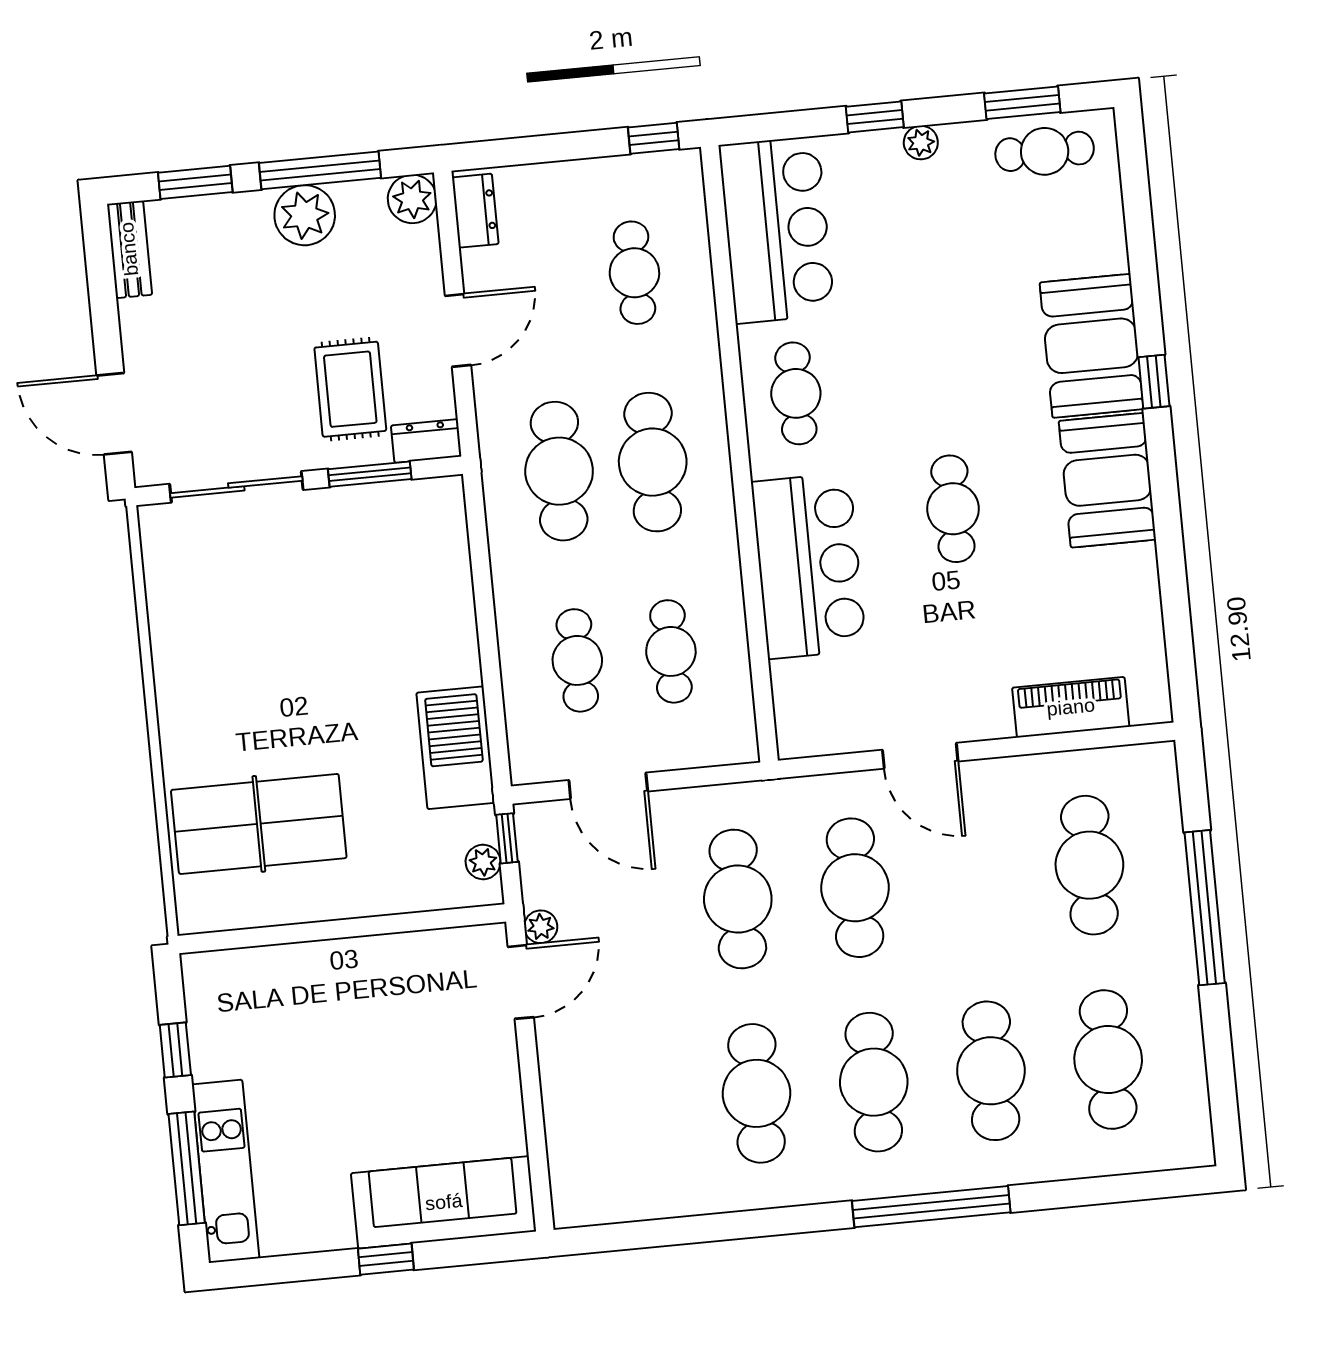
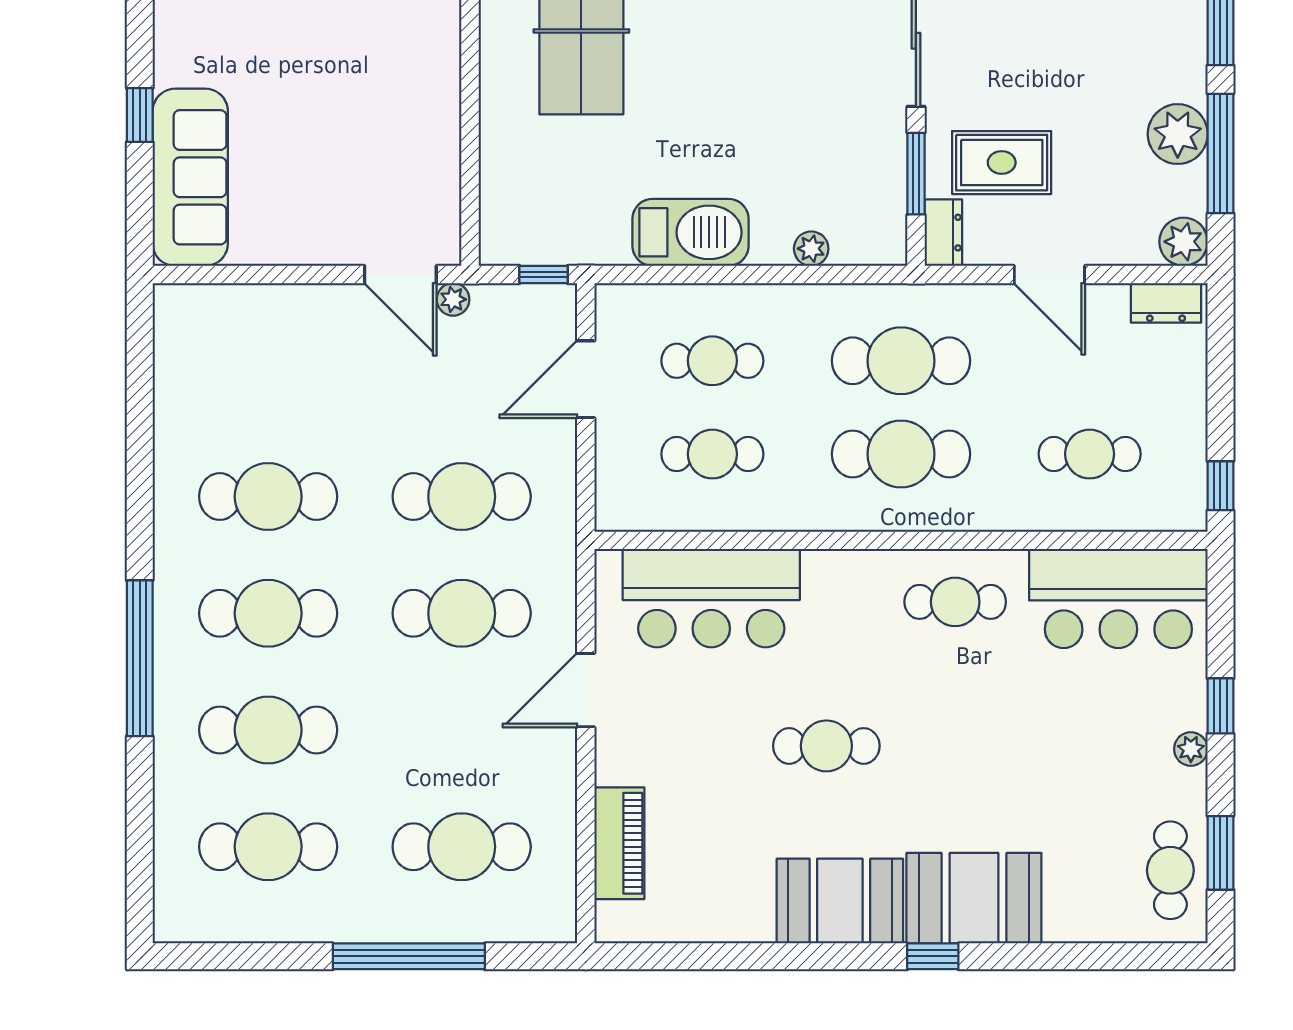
bar counter: (809, 566) -> (711, 598), moved
barbecue: (456, 748) -> (690, 232), moved
plant: (483, 862) -> (811, 249), moved

